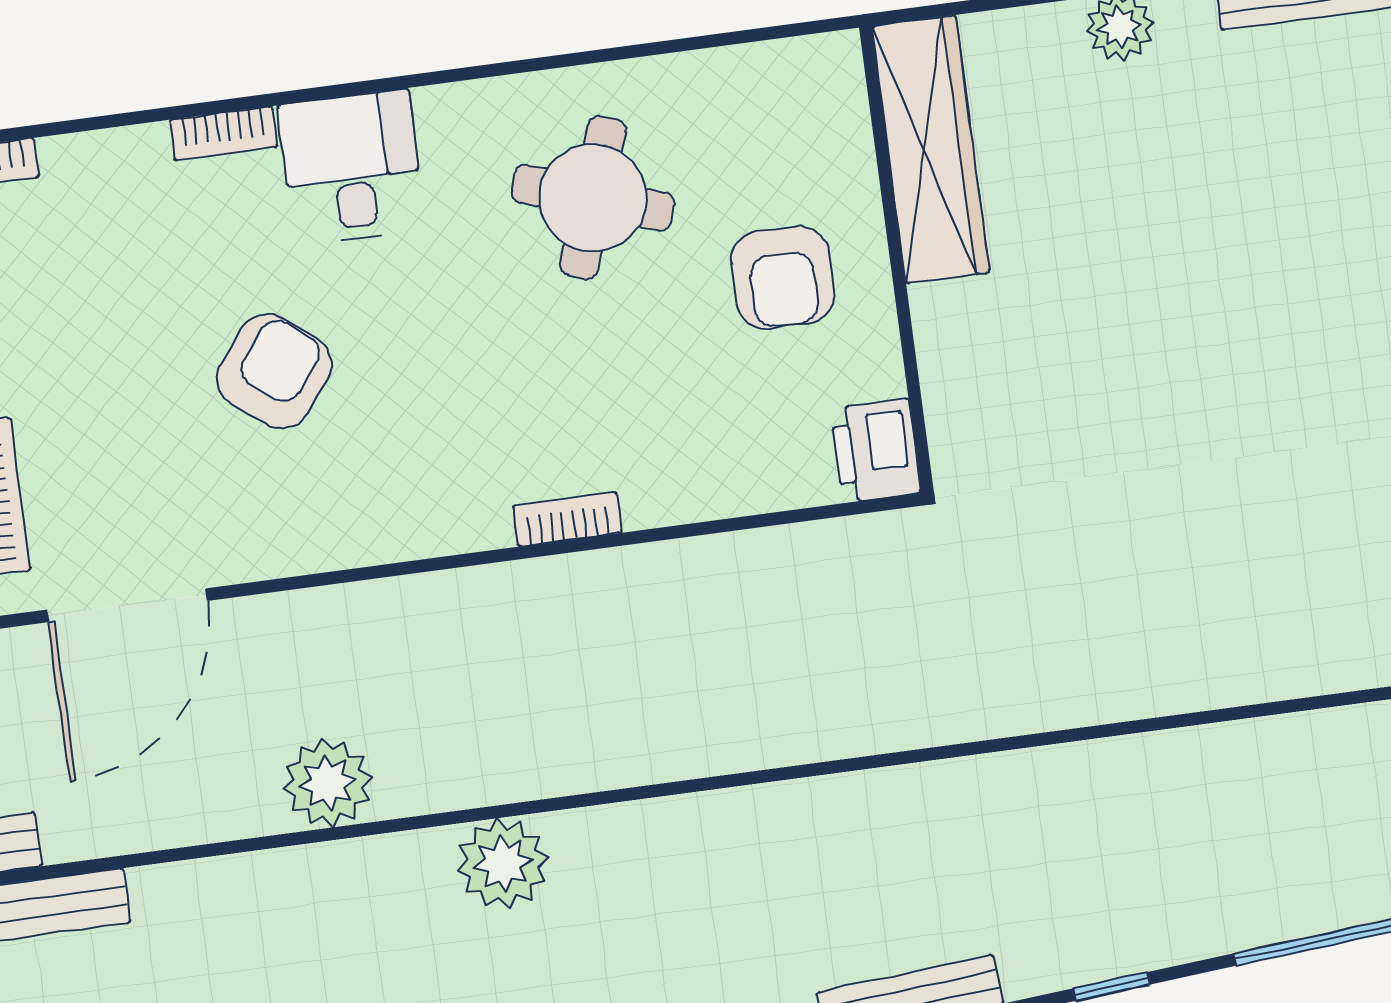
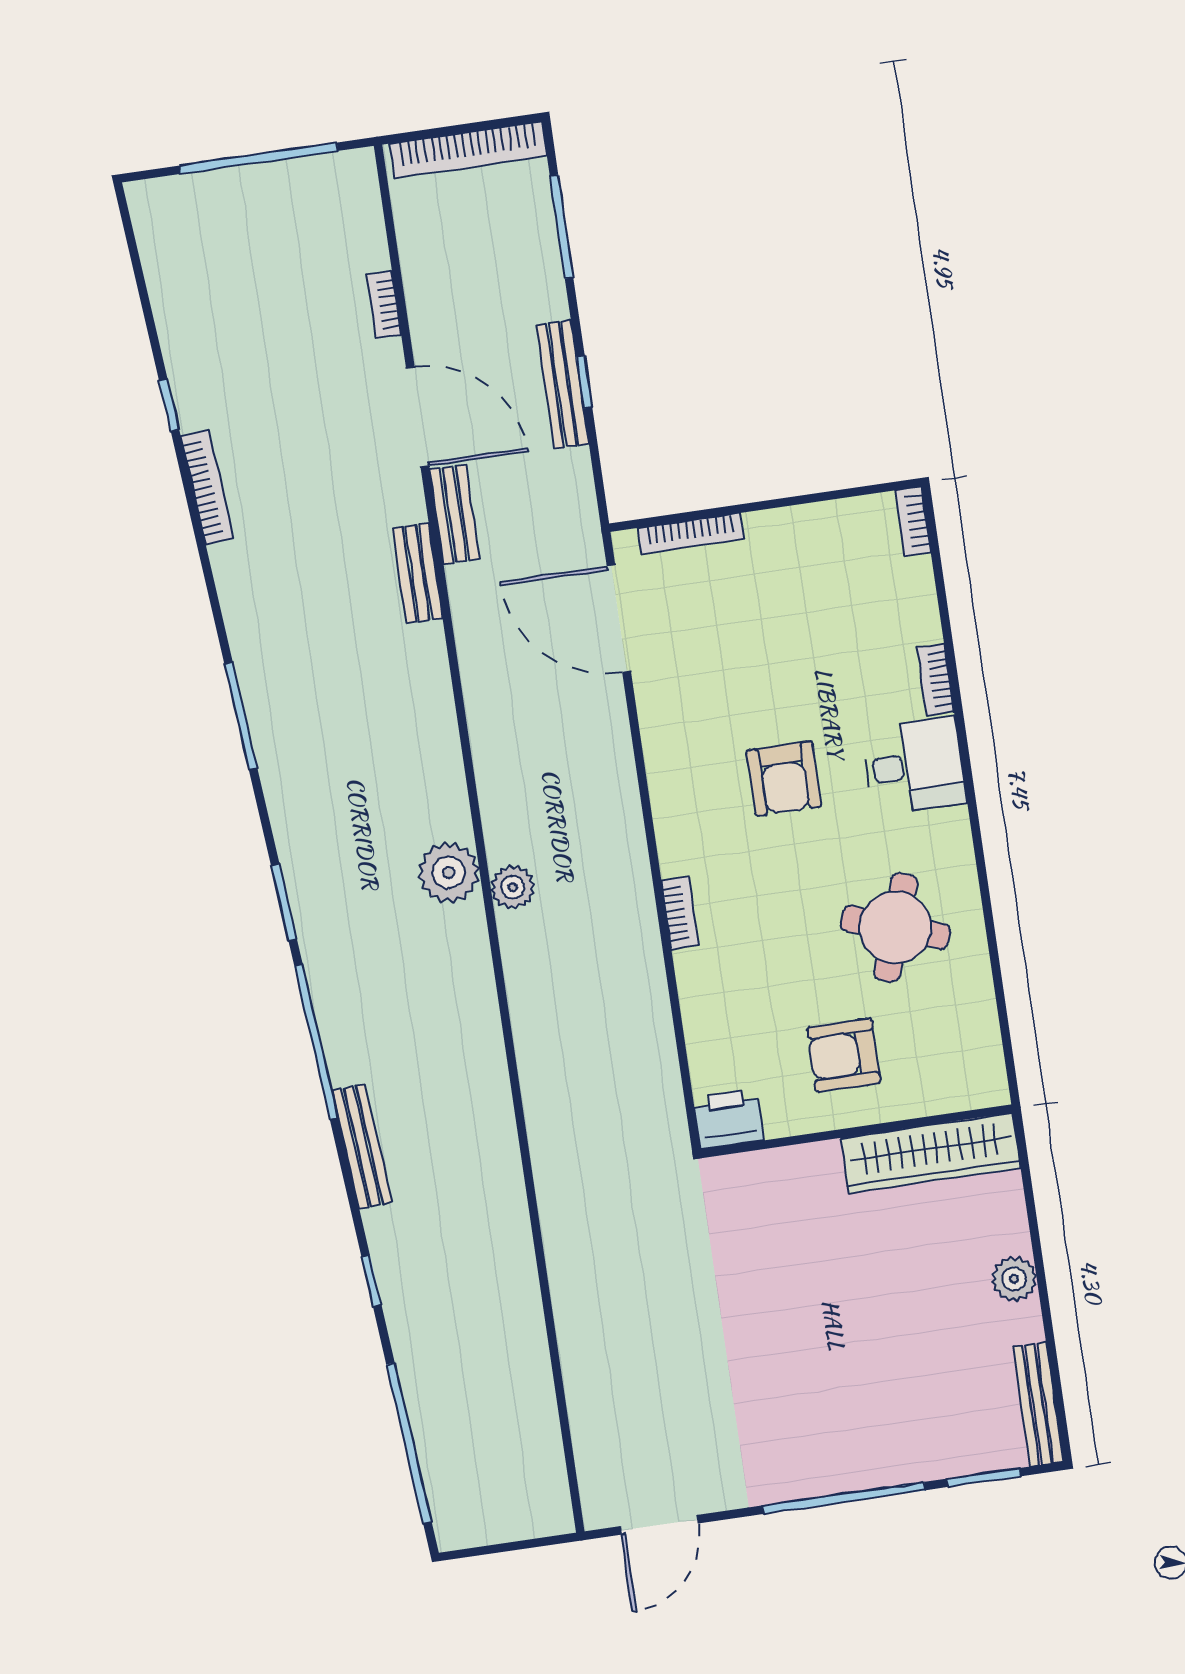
armchair: (274, 371) -> (784, 779), moved, turned 52
plant: (328, 783) -> (513, 887), moved, width x0.73, depth x0.73

